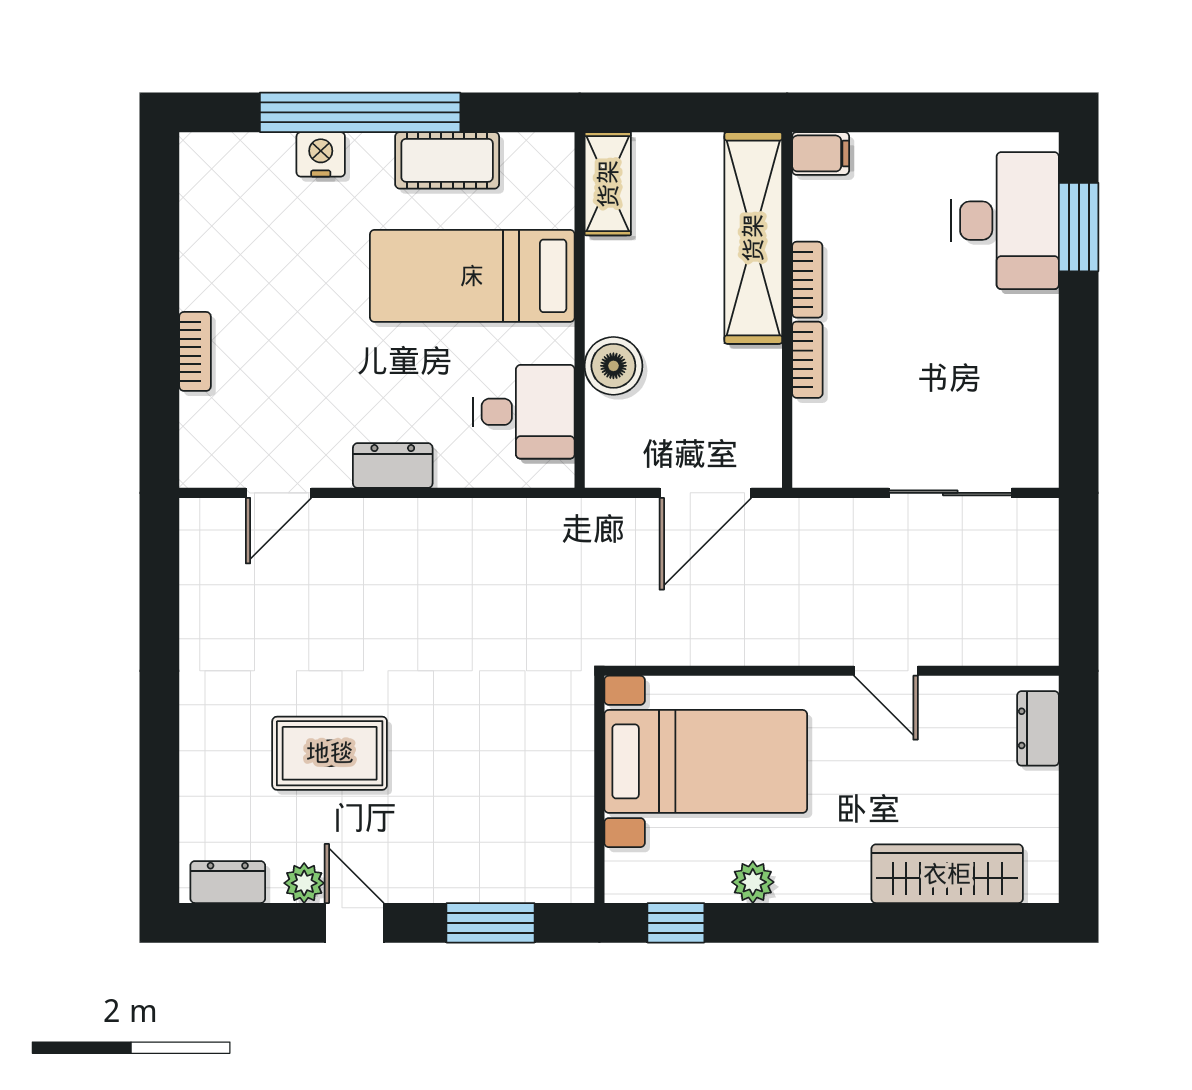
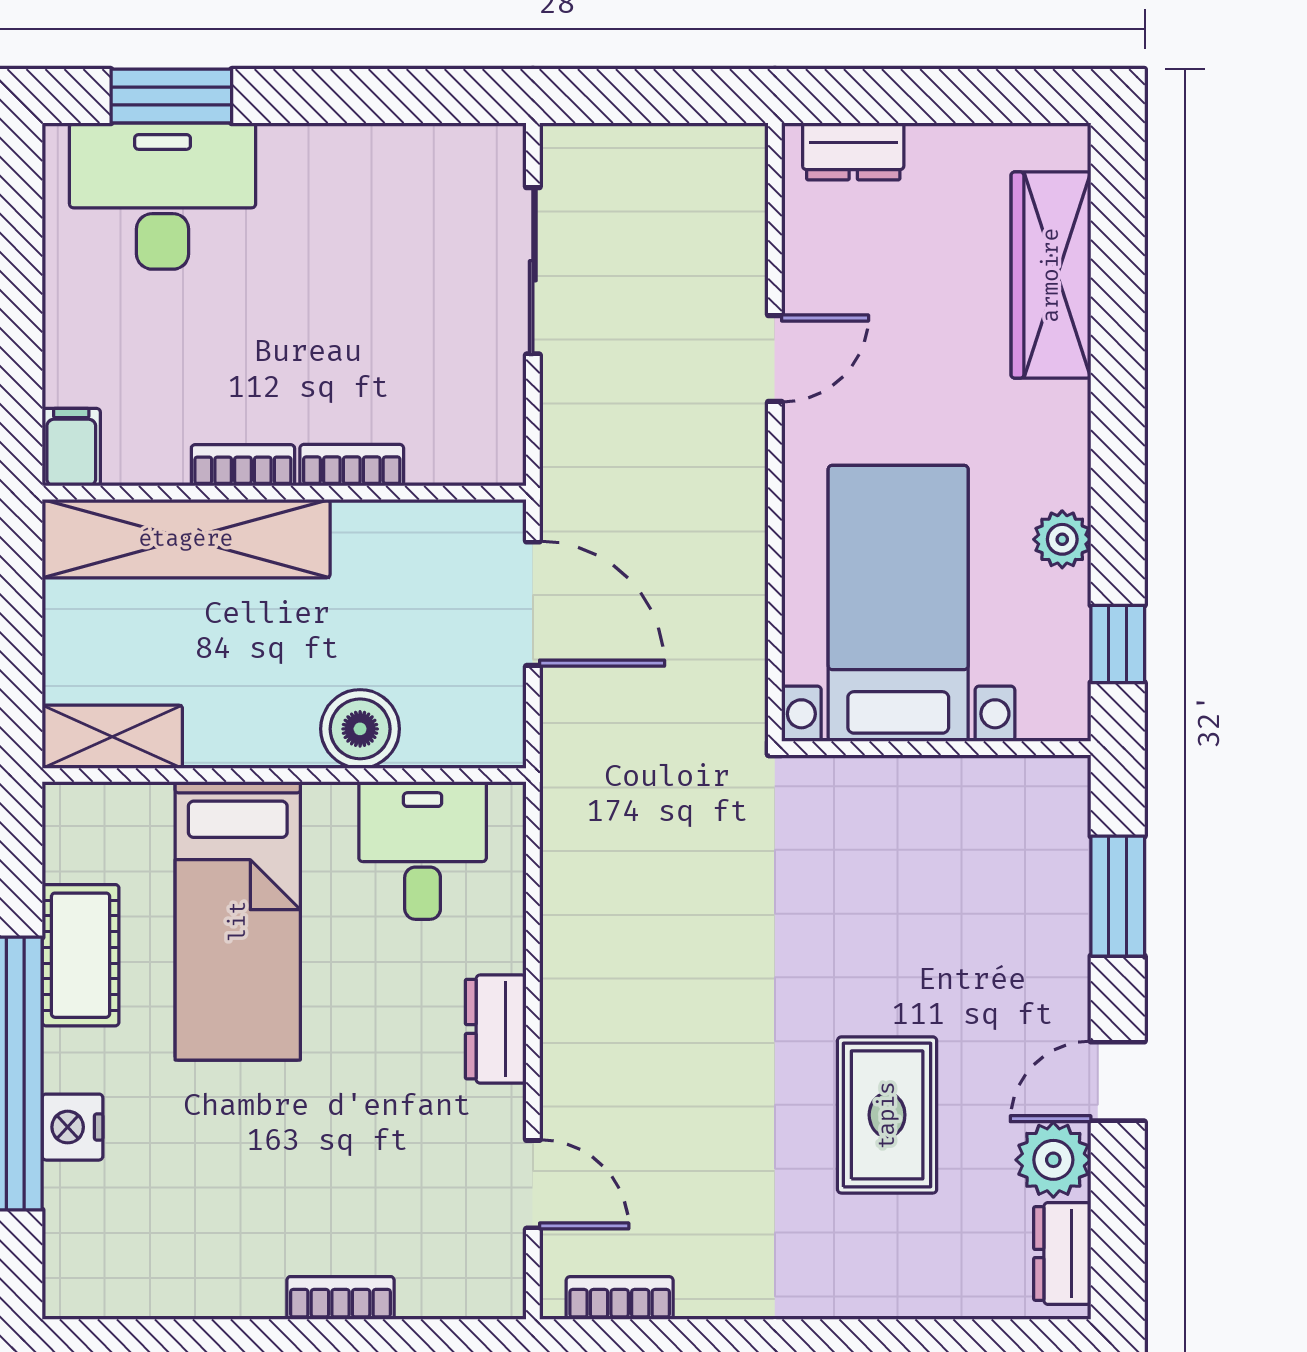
bookcase: (195, 557) -> (620, 1298), added
plant: (304, 883) -> (1053, 1160), width x1.38, depth x1.38

